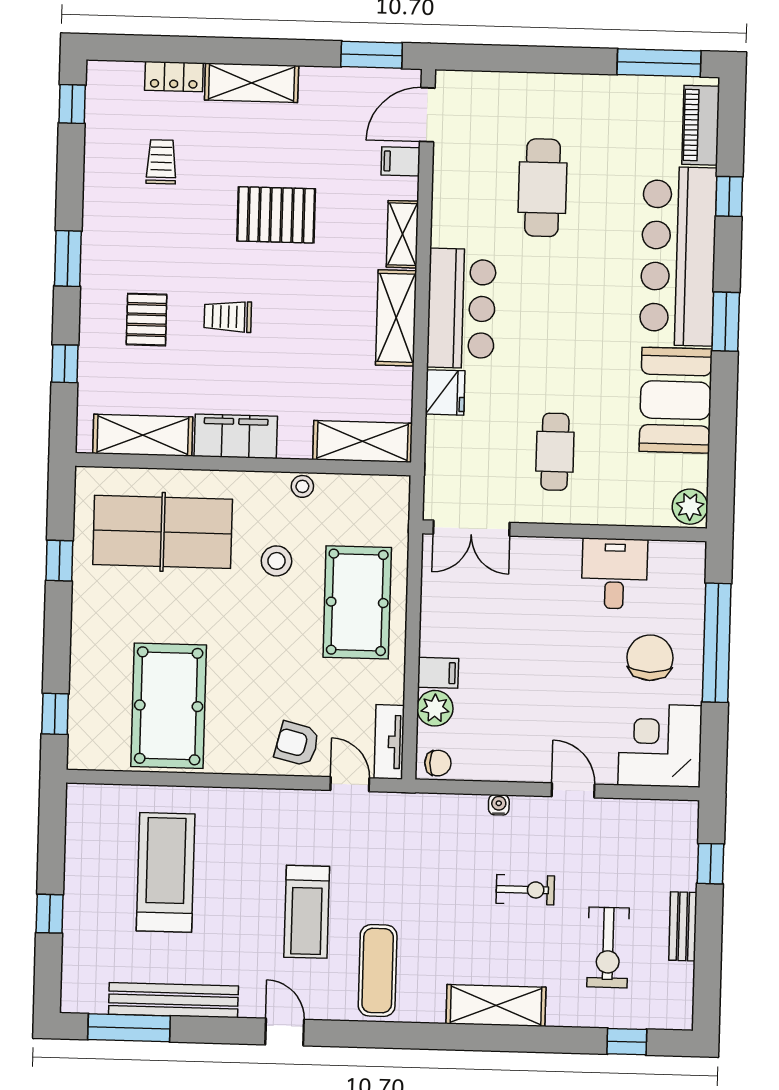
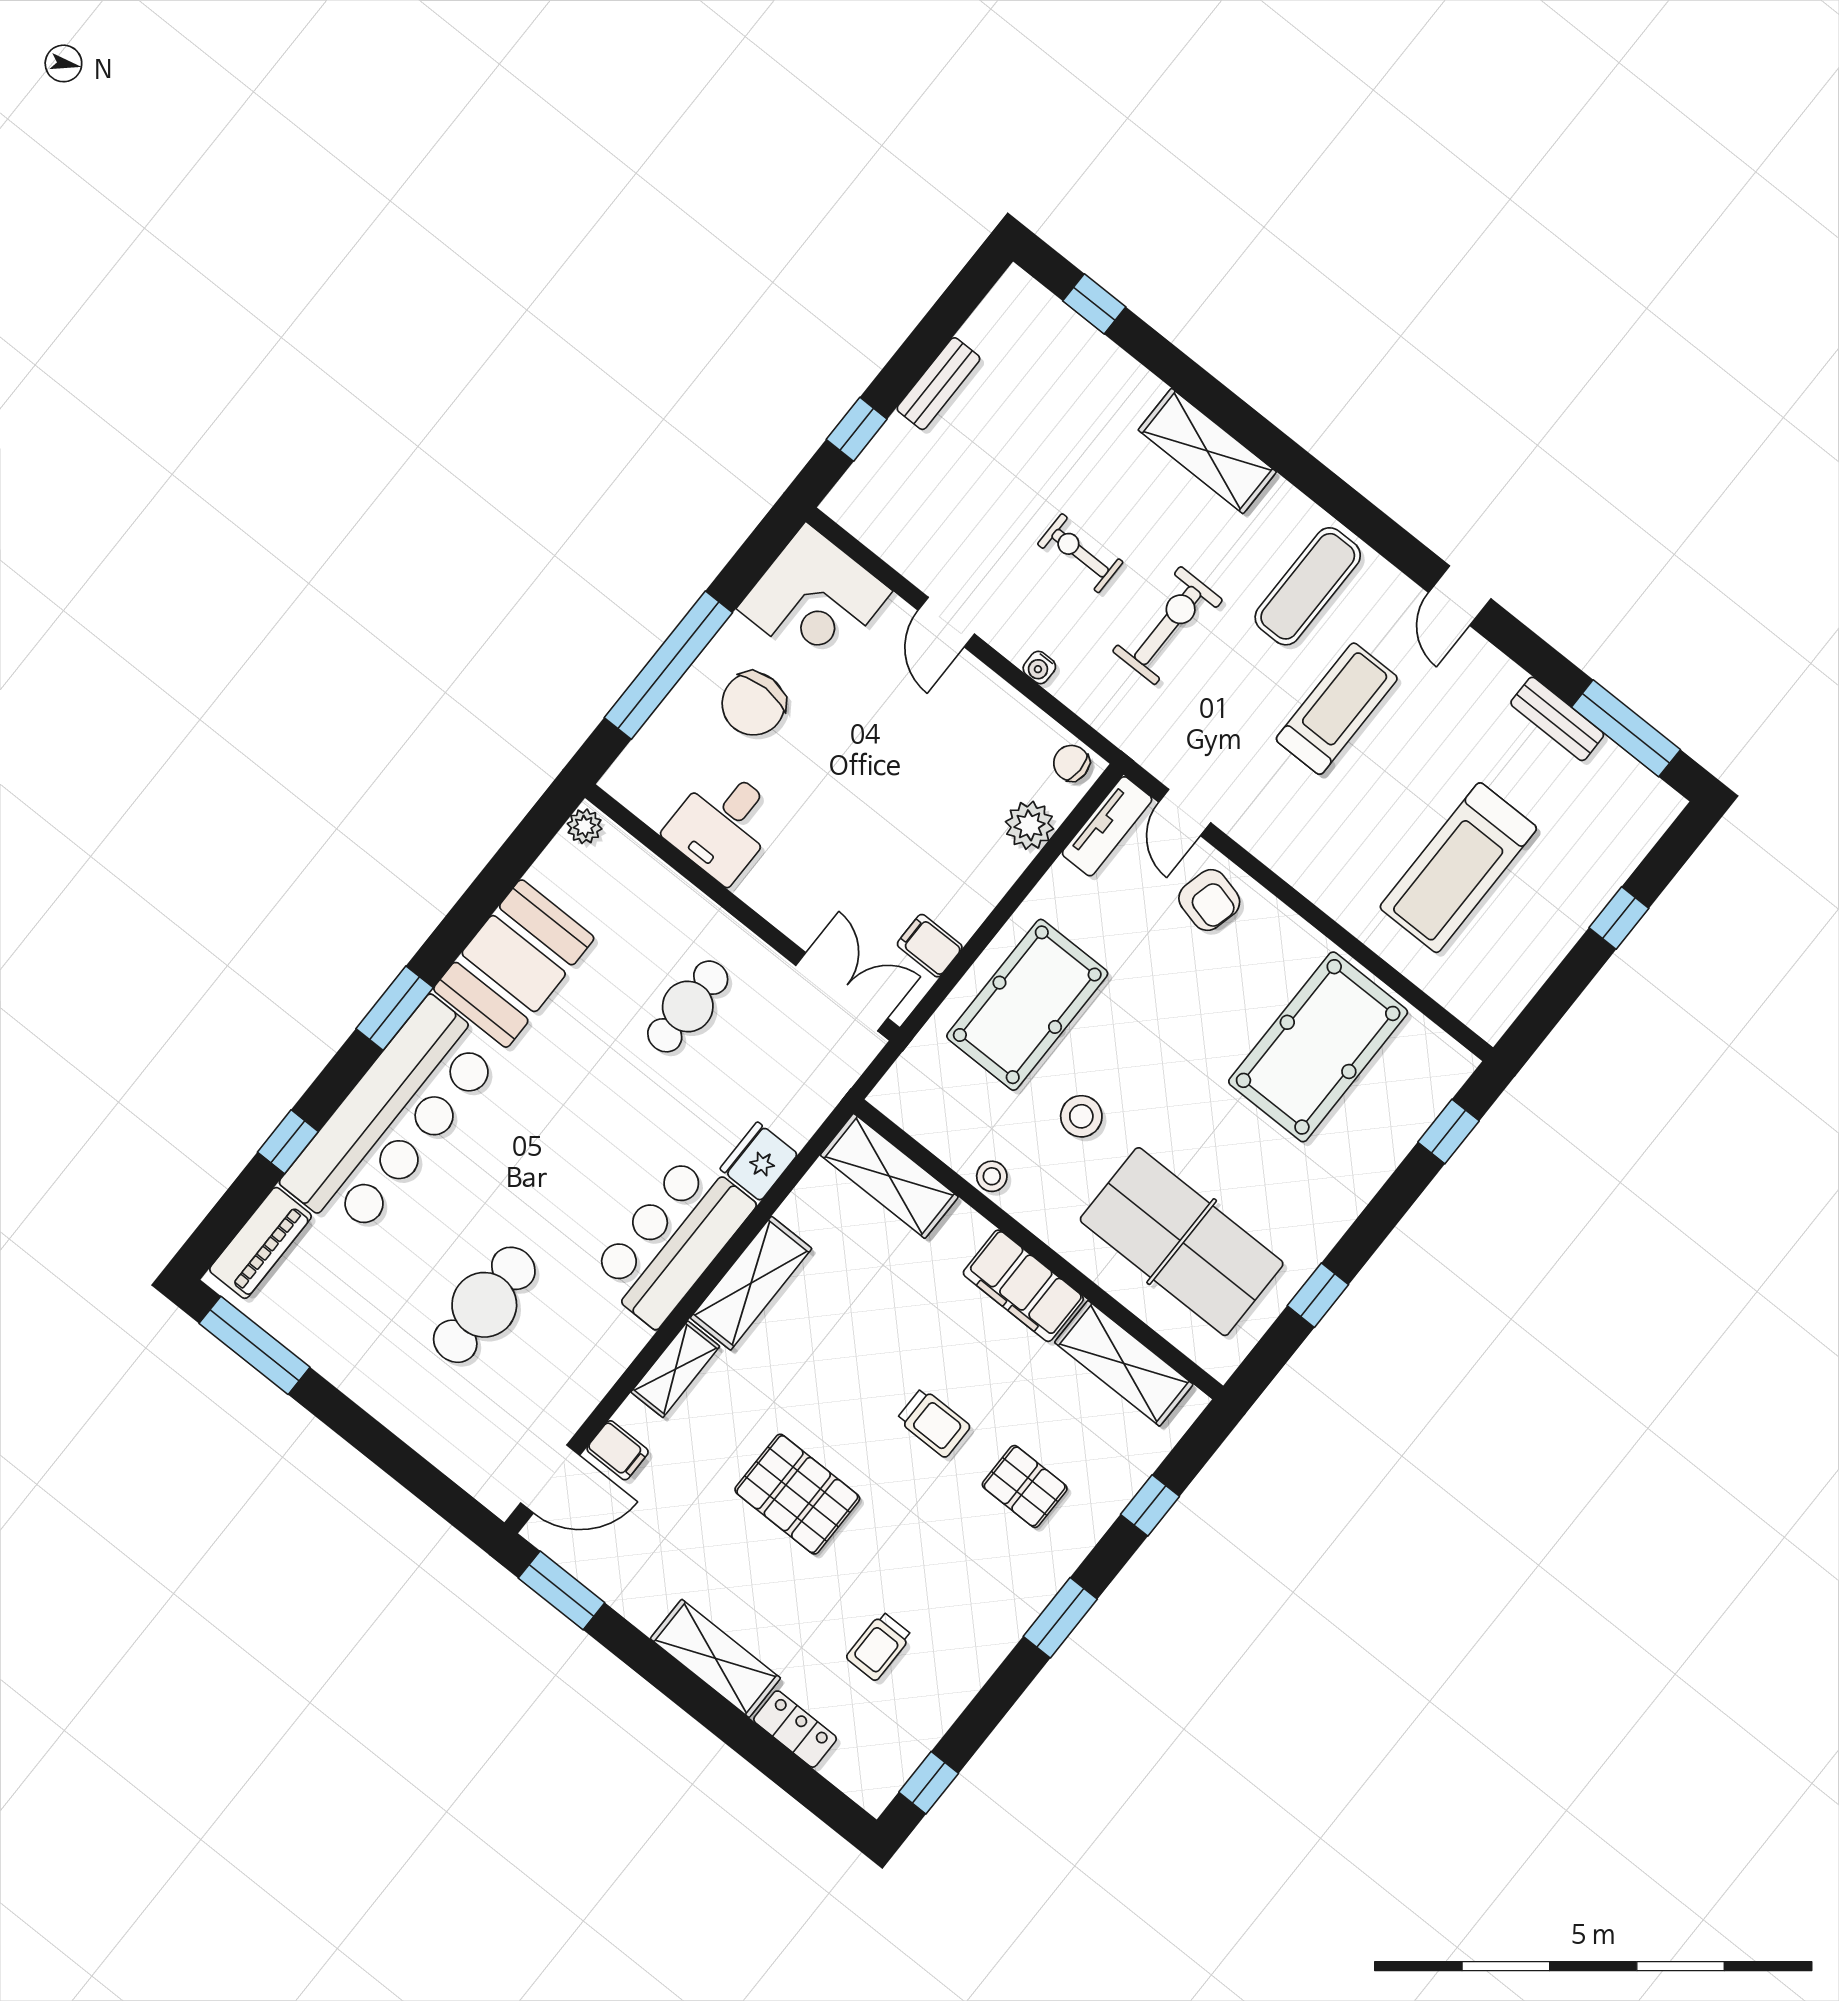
pallet: (147, 320) -> (1025, 1486), turned 90
plant: (690, 507) -> (585, 826), width x0.73, depth x0.73
filing cabinet: (438, 673) -> (930, 946), moved
exercise bike: (608, 947) -> (1168, 626), moved
bench: (173, 1000) -> (1557, 719), width x0.54, depth x0.82

